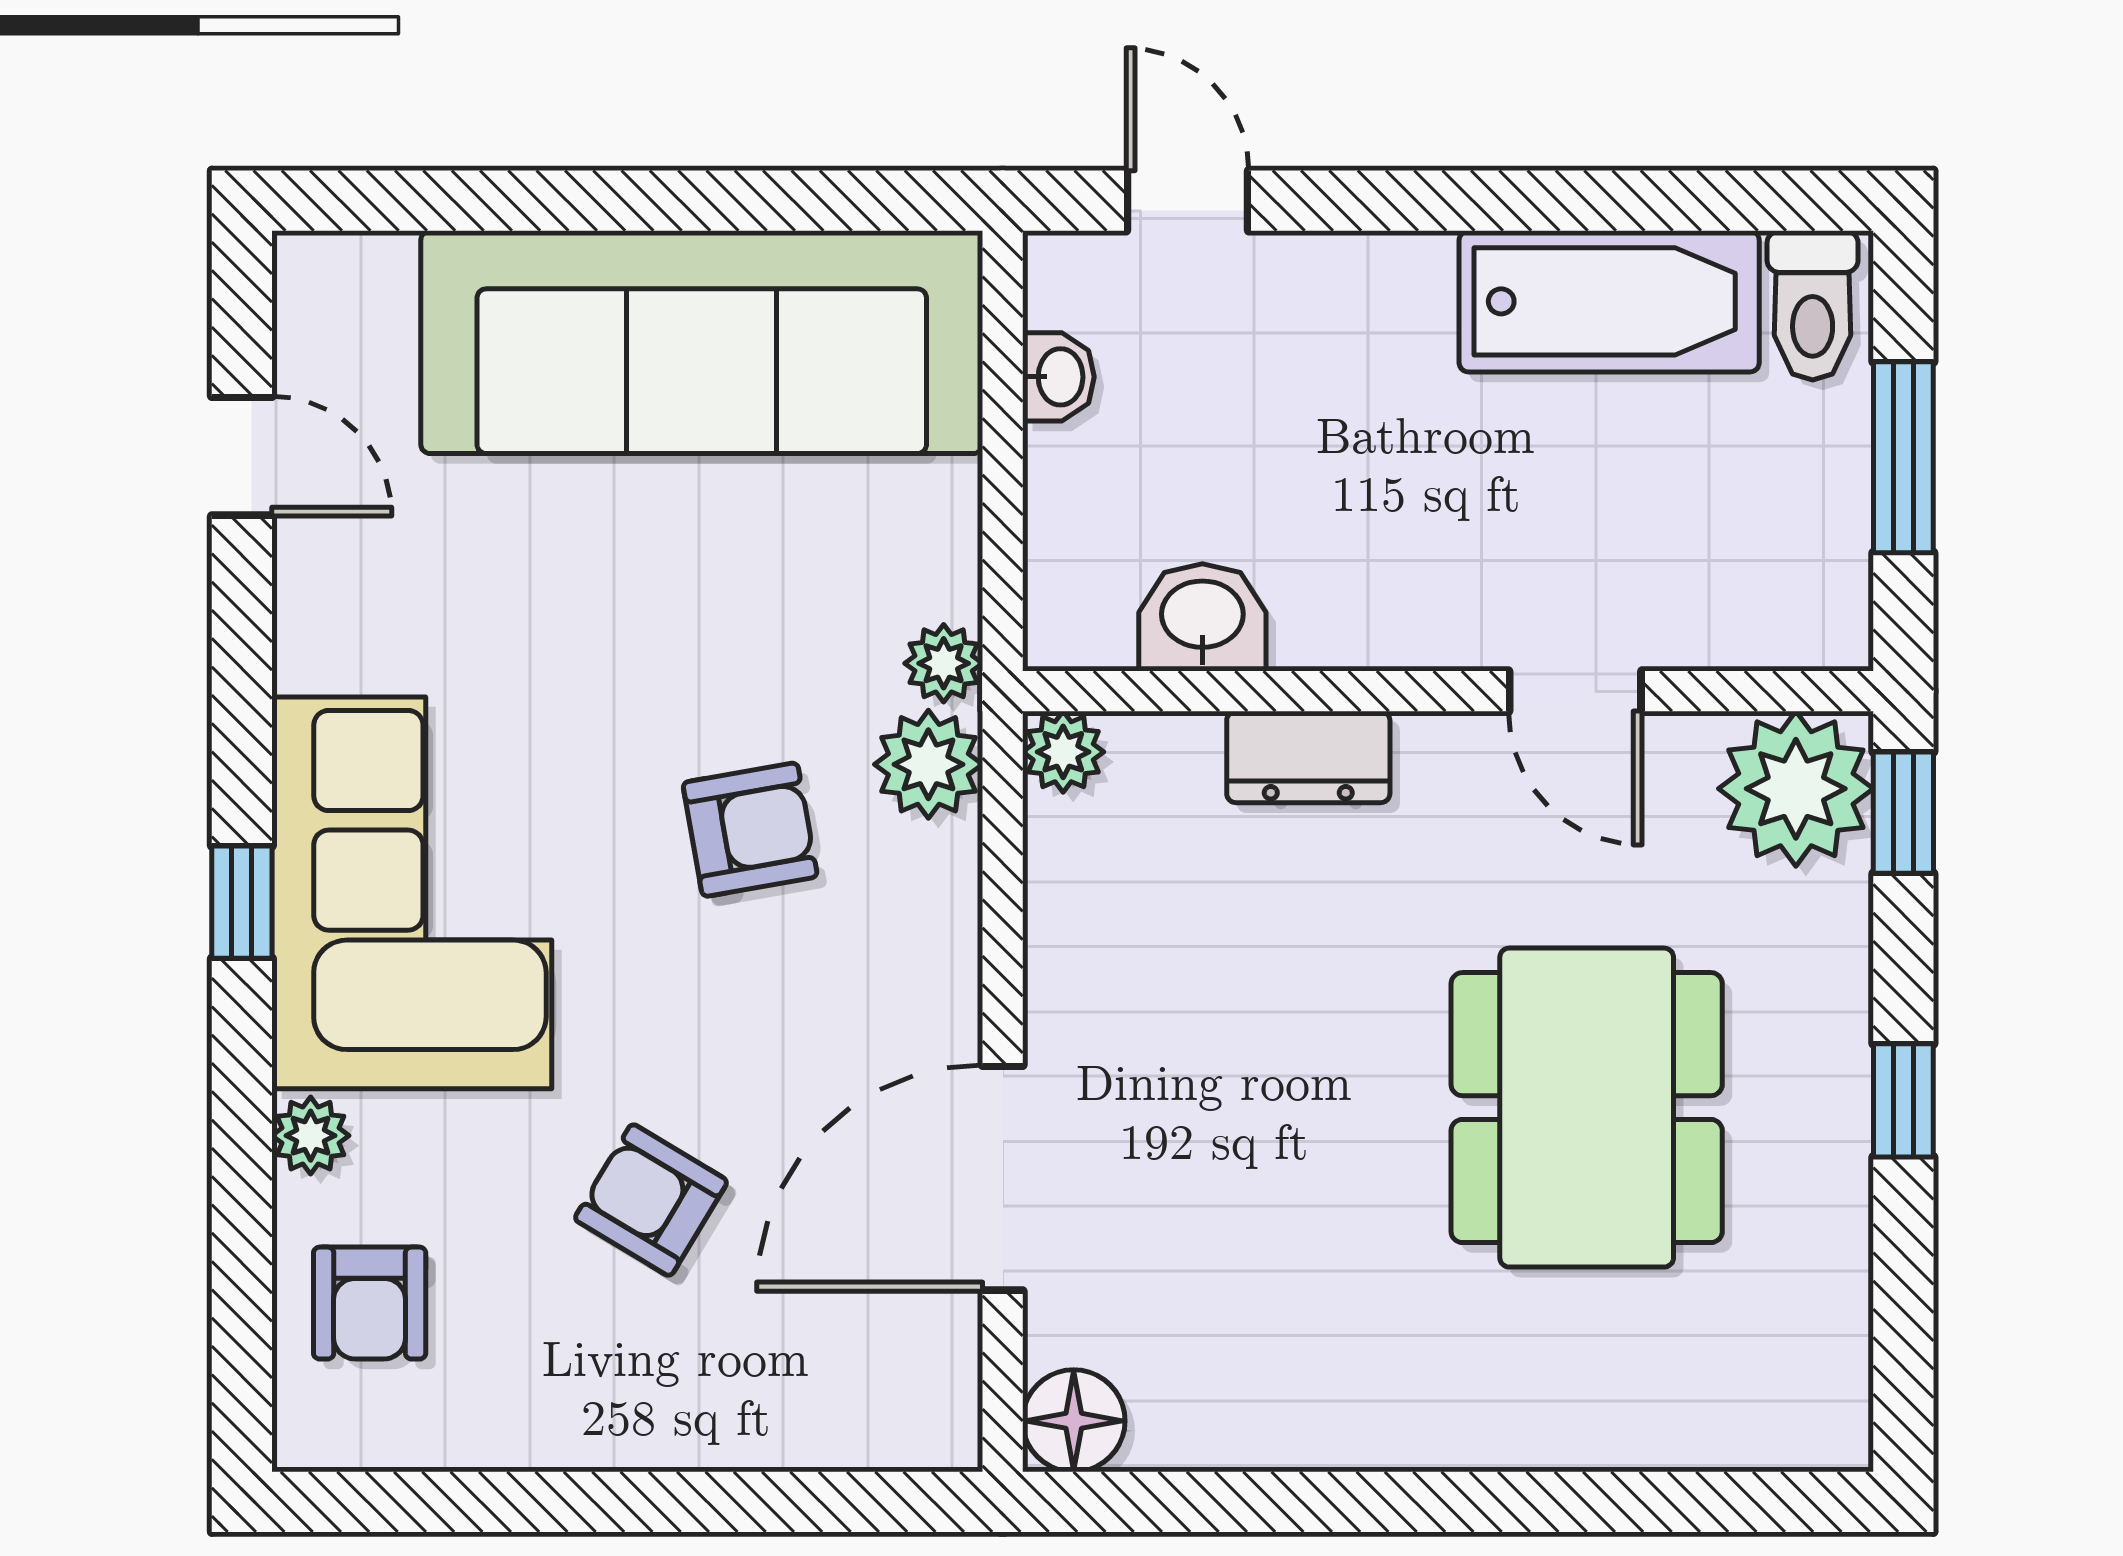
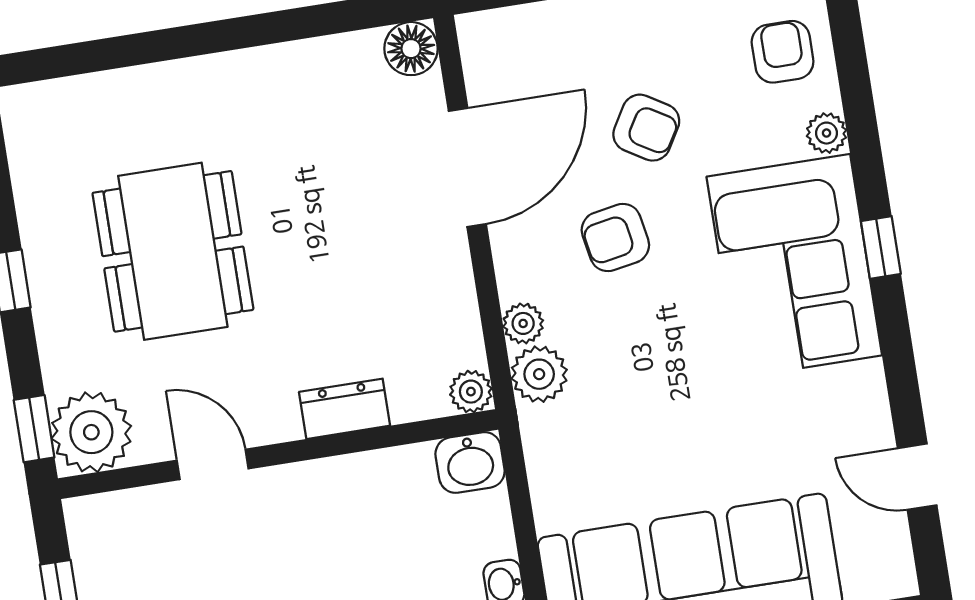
washbasin: (1202, 617) -> (470, 462), moved
plant: (944, 663) -> (523, 323), moved
armchair: (750, 830) -> (615, 238), moved

